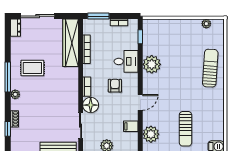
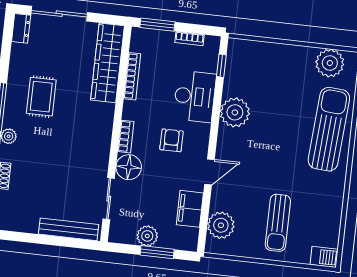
plant: (206, 24) -> (330, 63), width x1.87, depth x1.87
desk: (126, 61) -> (195, 96), width x1.37
rug: (32, 68) -> (41, 97), turned 90
sun lounger: (210, 68) -> (329, 129), width x1.36, depth x1.34
filing cabinet: (131, 126) -> (190, 209), width x2.00

